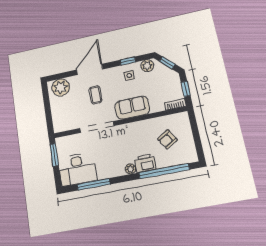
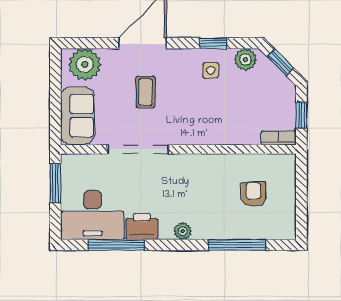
sofa: (132, 108) -> (77, 116), moved, turned 90
armchair: (167, 139) -> (253, 194), turned 121
printer: (145, 163) -> (142, 226), moved
window: (164, 171) -> (237, 245), width x0.68

